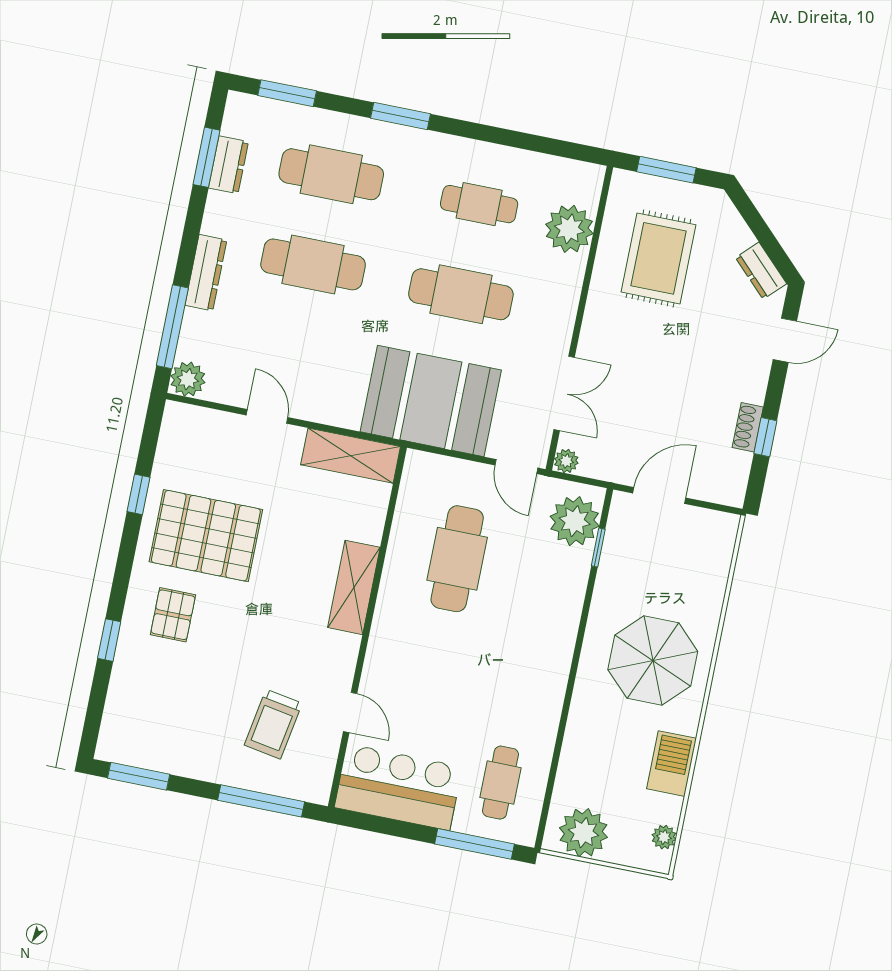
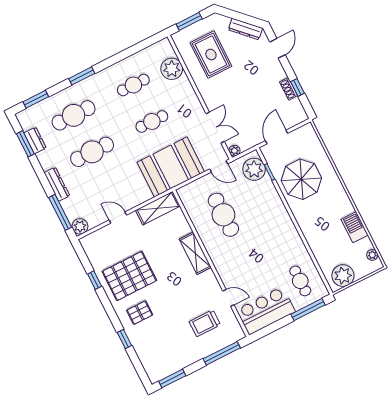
dresser: (761, 271) -> (245, 29), width x1.44
cafe table: (461, 294) -> (152, 121), width x0.73, depth x0.74
pallet: (173, 615) -> (140, 313), turned 90
parasol: (653, 660) -> (301, 179), moved
trolley: (273, 724) -> (205, 323), turned 80

